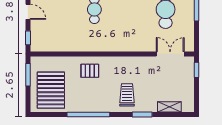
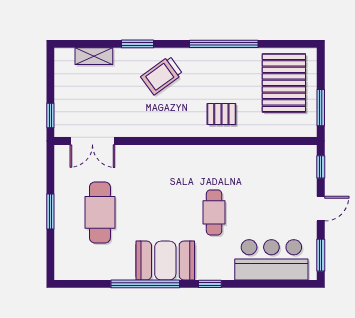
door: (28, 12) -> (321, 209), swing flipped
trolley: (127, 95) -> (162, 75), turned 54

